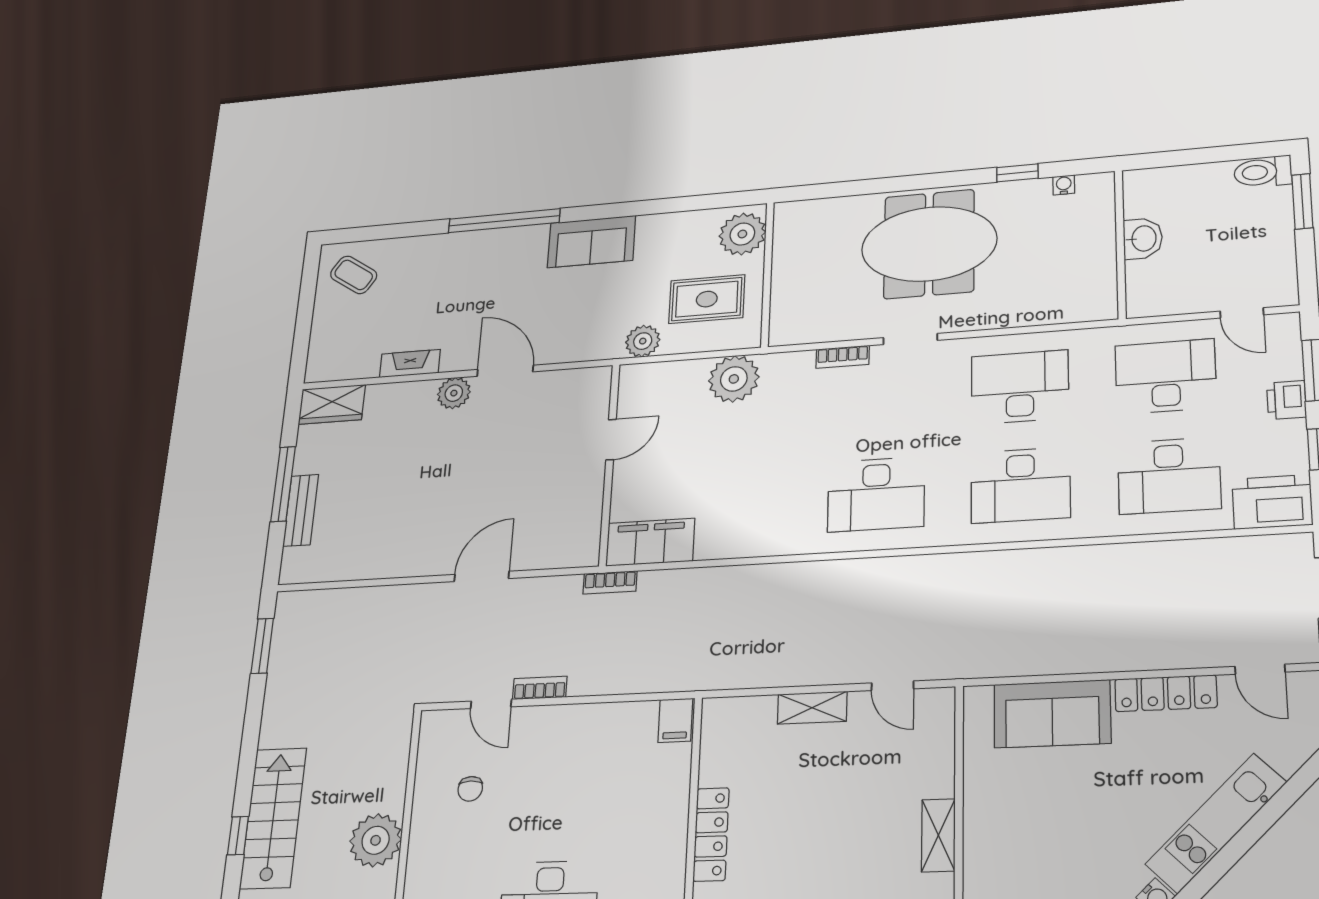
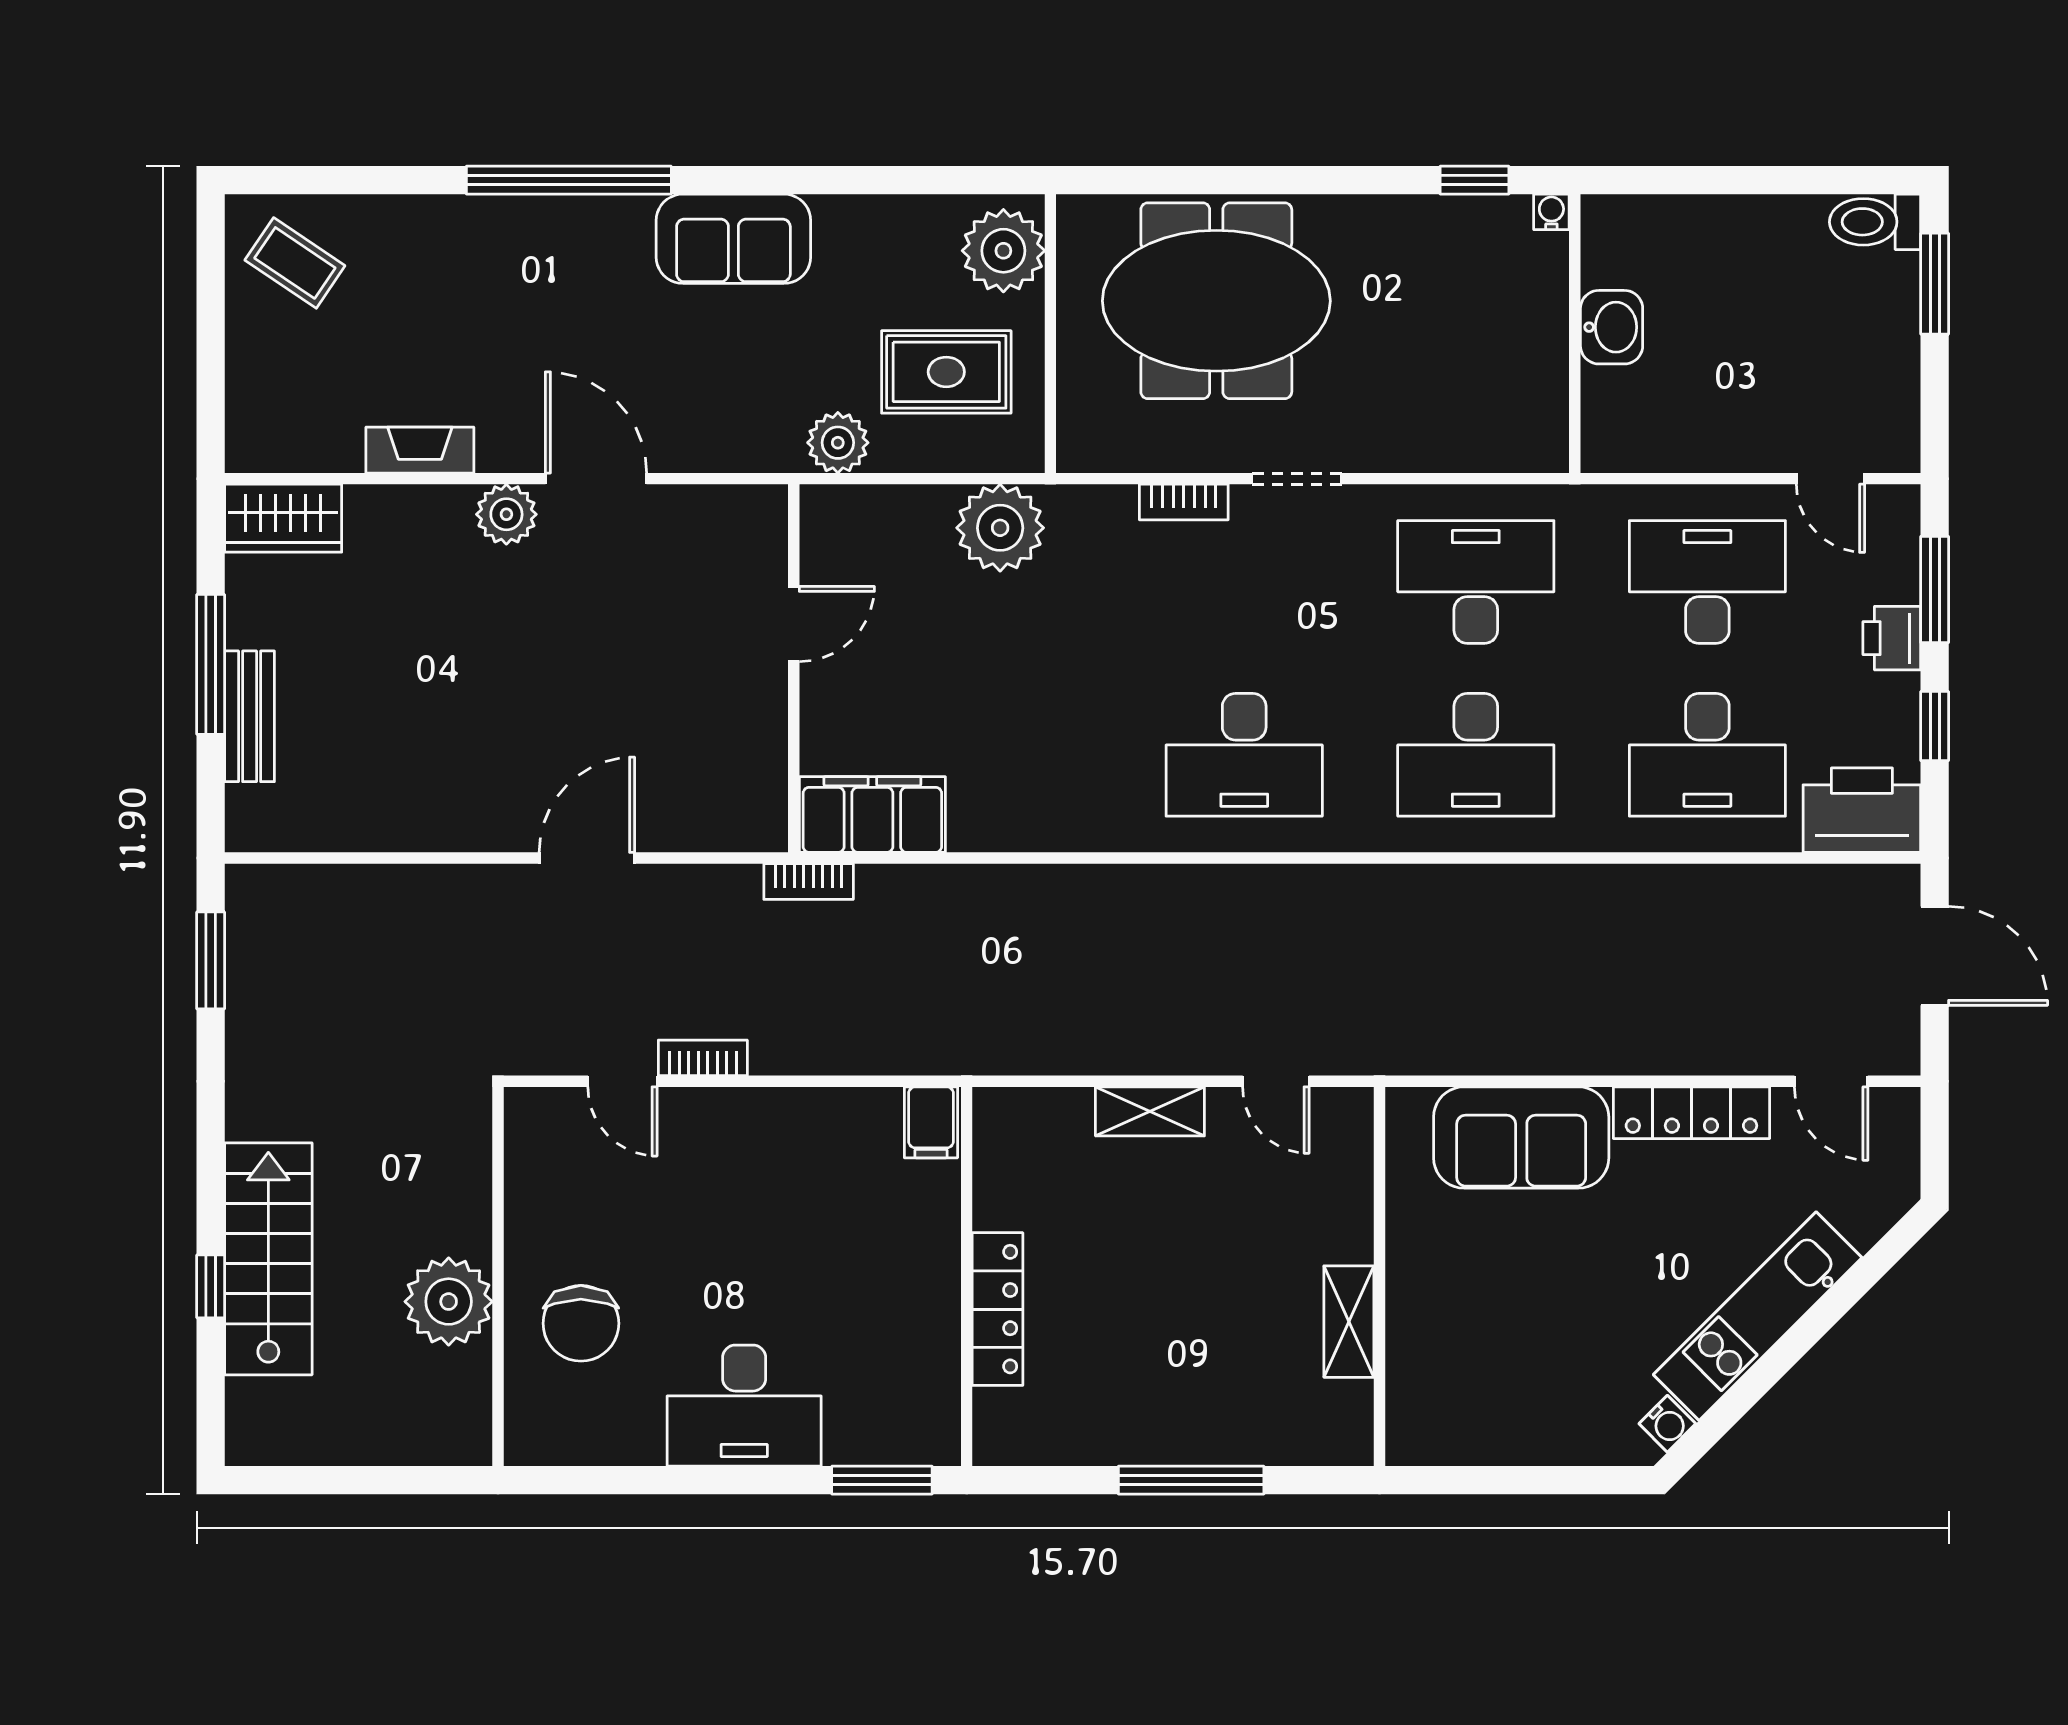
washbasin: (1143, 239) -> (1612, 327), moved
meeting table: (929, 244) -> (1216, 301), moved
wall: (1120, 244) -> (1575, 334), moved
chair: (470, 789) -> (581, 1323), moved, width x1.87, depth x1.87

